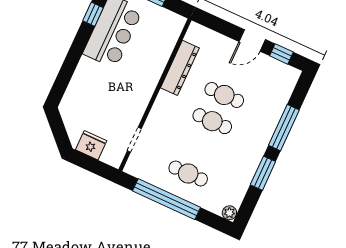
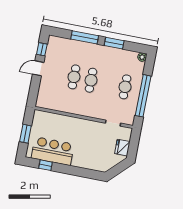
door: (252, 40) -> (38, 68), swing flipped
dresser: (180, 68) -> (64, 107), removed

